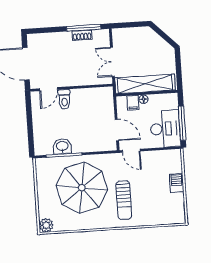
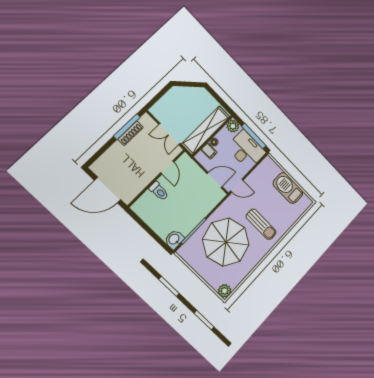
shoe rack: (82, 35) -> (130, 133), width x1.43
door: (48, 89) -> (167, 167), moved
plant: (171, 100) -> (233, 126), added
washbasin: (62, 146) -> (174, 239), moved
barbecue: (177, 183) -> (288, 188), width x1.88, depth x1.53

